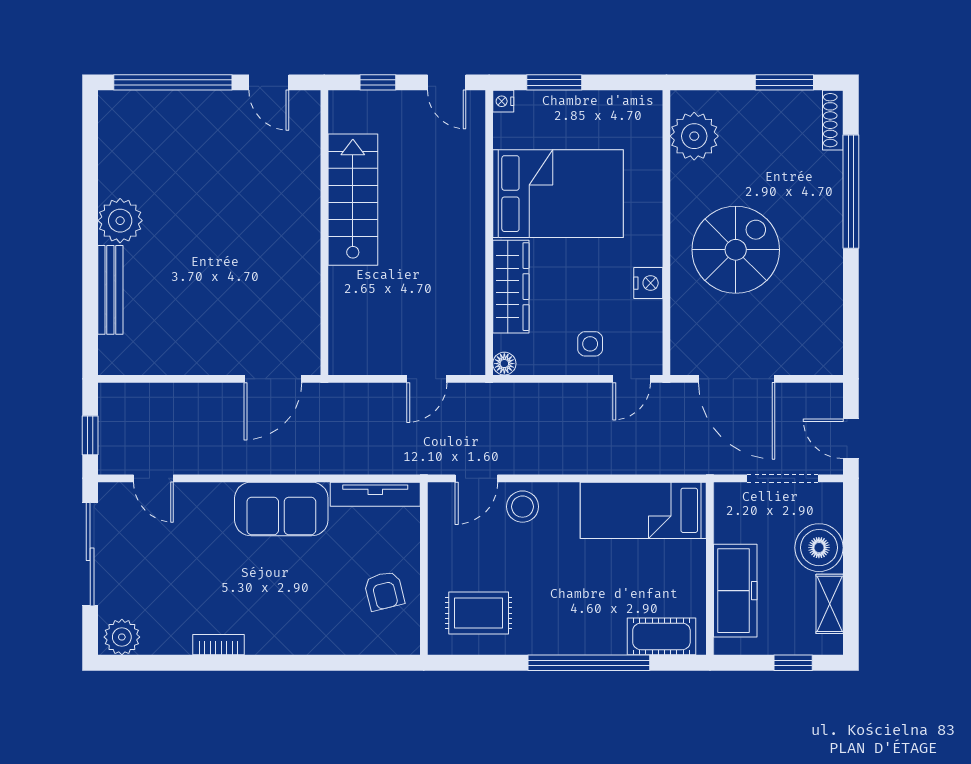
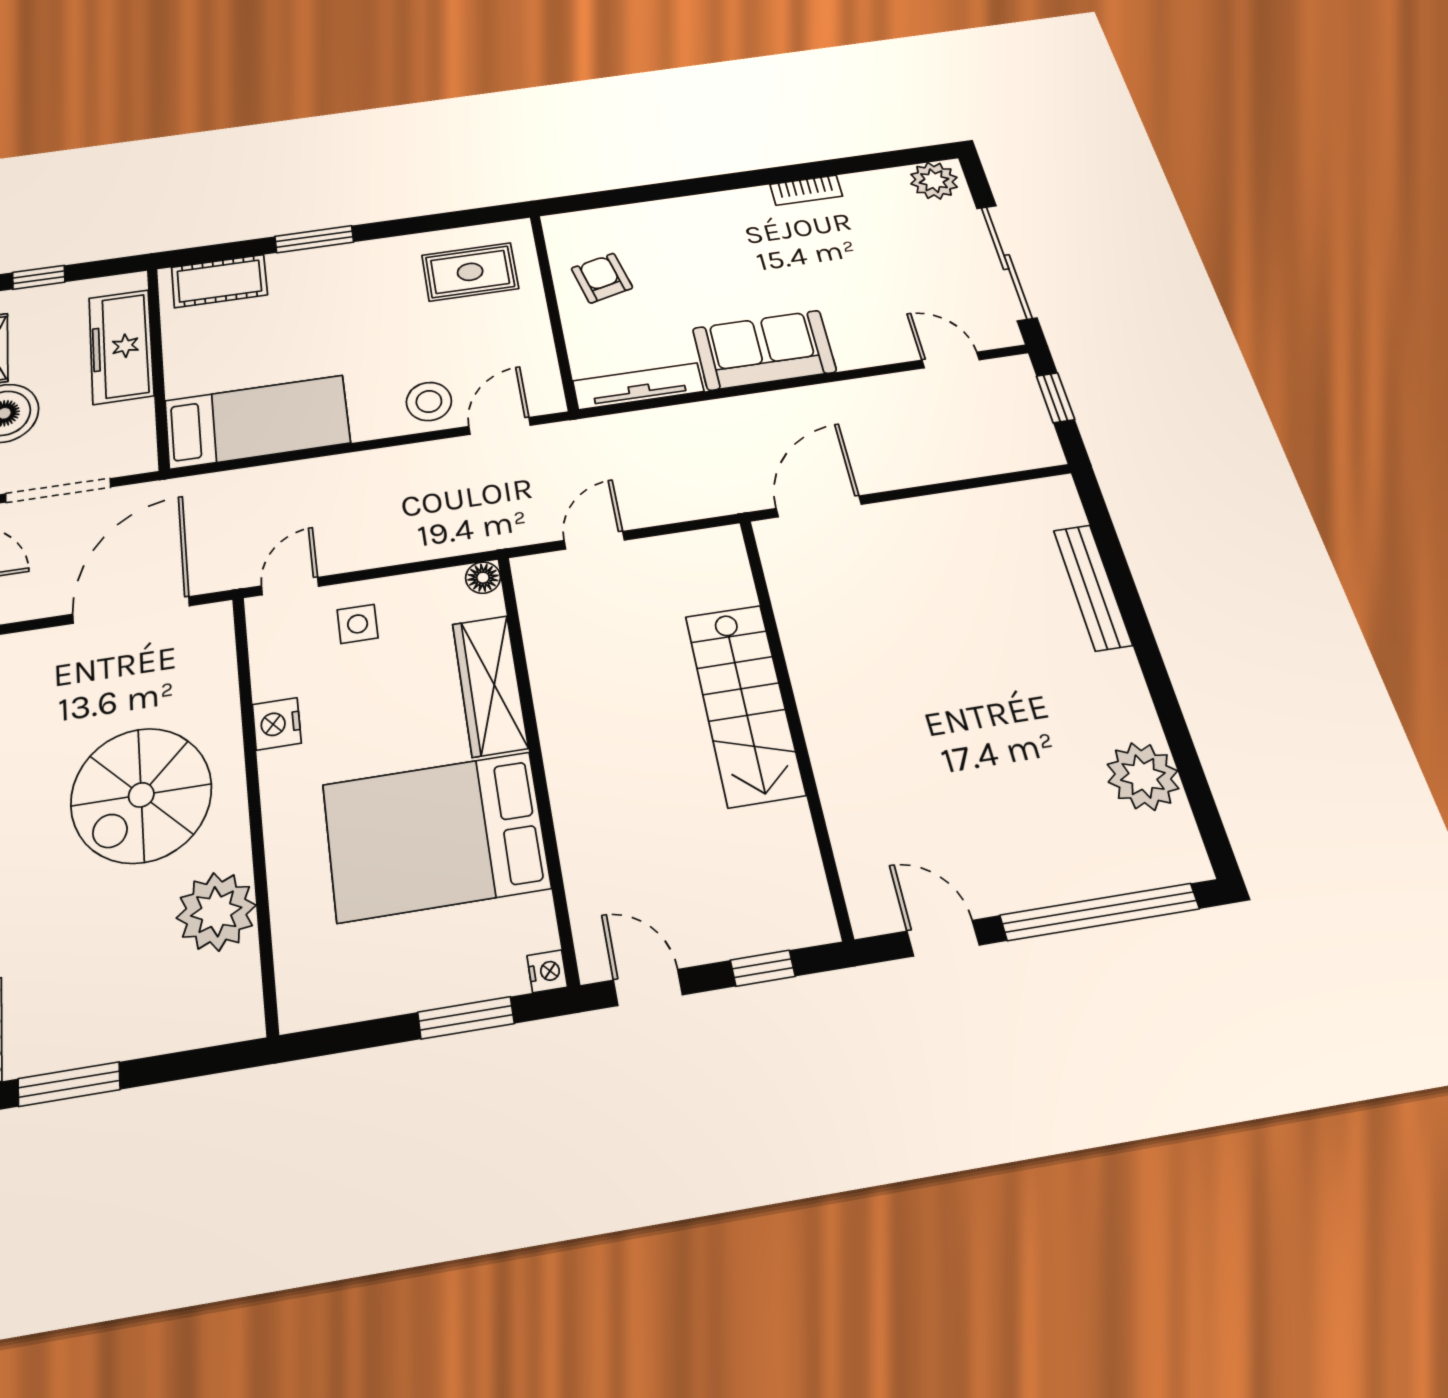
plant: (694, 136) -> (216, 912), moved
stairs: (353, 200) -> (744, 704), moved
plant: (120, 221) -> (1143, 776), moved
door: (737, 379) -> (131, 610), hinge flipped
window: (589, 663) -> (314, 239), width x0.47

